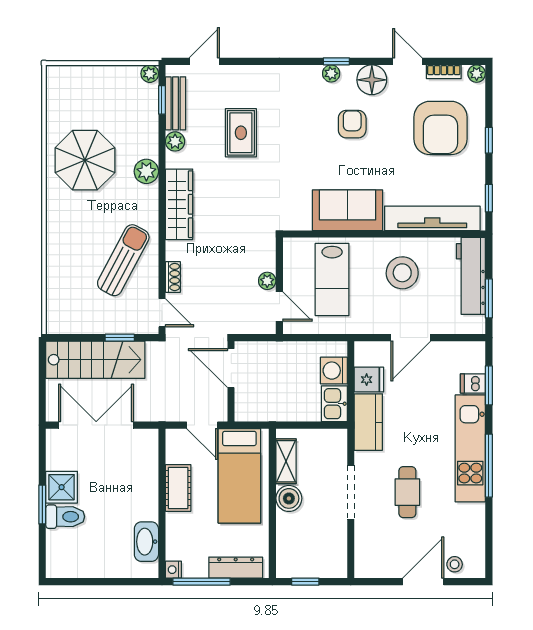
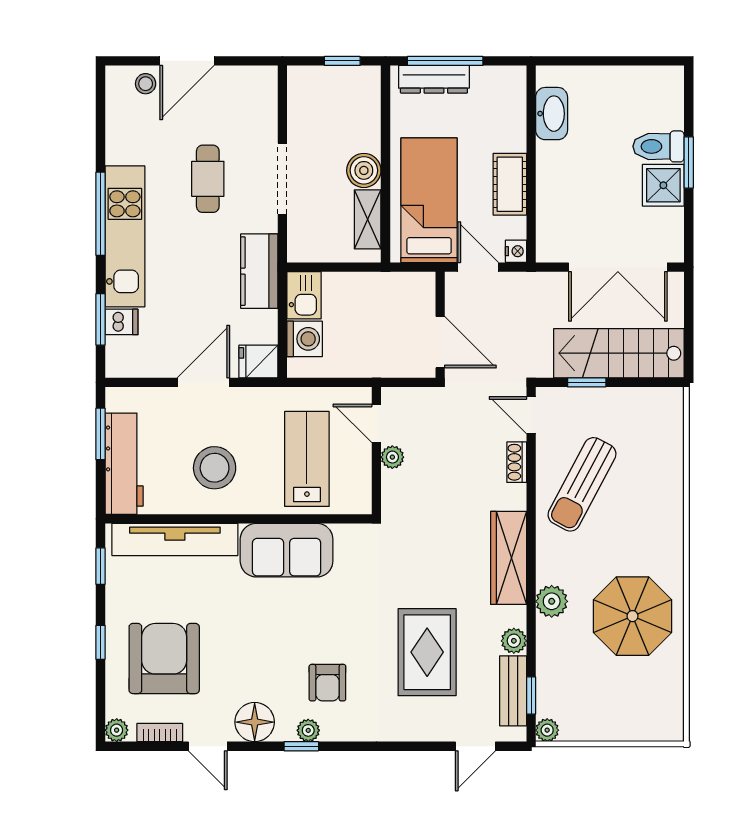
armchair: (352, 124) -> (327, 683), moved
rug: (241, 133) -> (427, 652), width x1.36, depth x1.43
fridge: (369, 380) -> (258, 361), moved
nightstand: (173, 570) -> (516, 251), moved
window: (202, 582) -> (445, 61), moved

